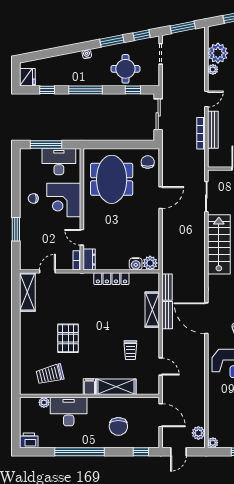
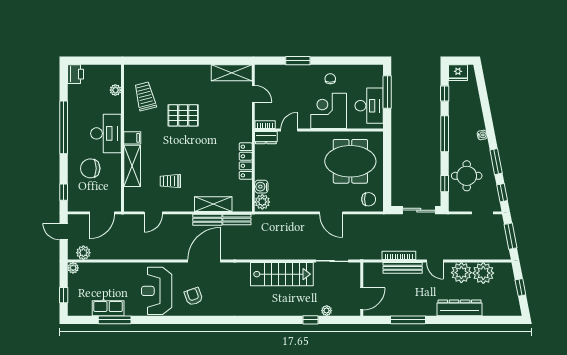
plant: (213, 69) -> (461, 273), width x1.87, depth x1.87
desk: (69, 412) -> (106, 133), moved

